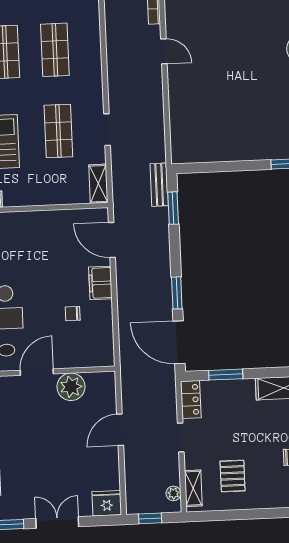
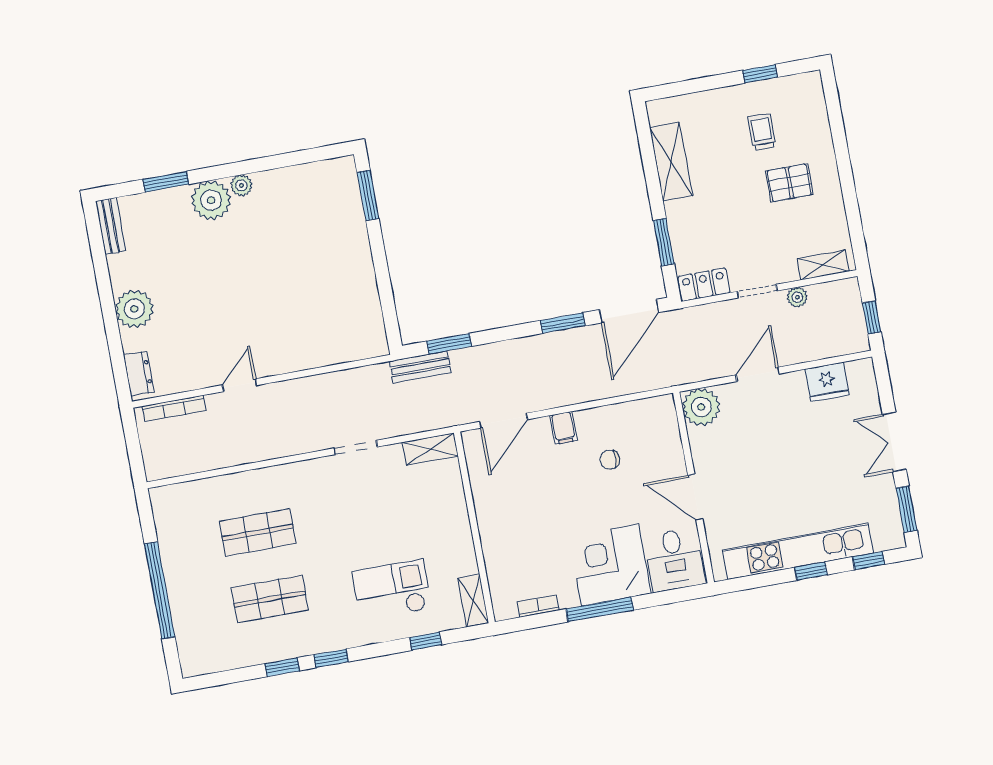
shop shelf: (58, 131) -> (366, 513), removed
filing cabinet: (100, 283) -> (563, 428), width x0.50
chair: (73, 314) -> (610, 460), turned 93
plant: (71, 387) -> (701, 407), moved
door: (120, 430) -> (758, 374), swing flipped
pallet: (233, 476) -> (789, 183), moved
plant: (173, 493) -> (797, 297), moved
fridge: (107, 503) -> (827, 382), moved, turned -90

